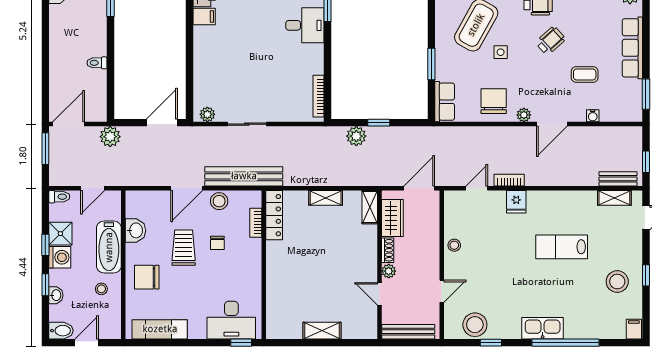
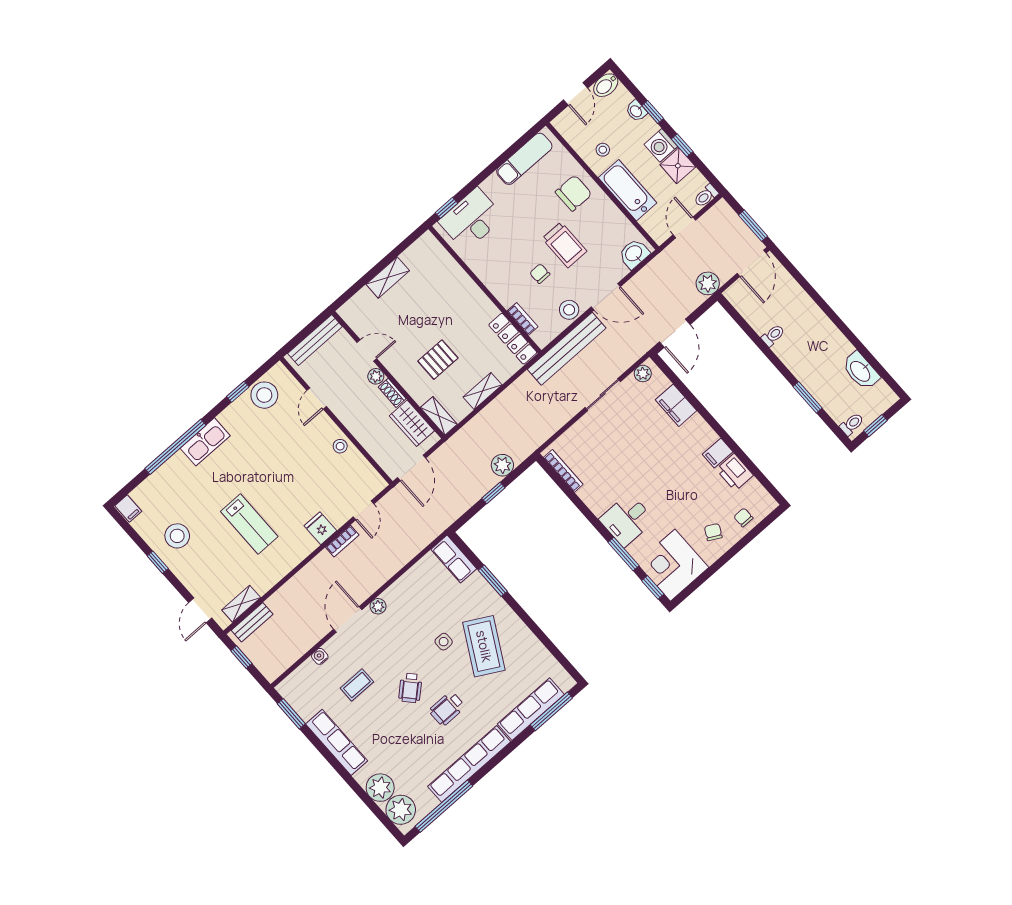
filing cabinet: (204, 73) -> (676, 405), added
chair: (494, 101) -> (413, 596), removed
door: (187, 188) -> (606, 297), swing flipped
washbasin: (135, 230) -> (634, 254), moved, turned 90
pallet: (337, 246) -> (438, 360), added
lab bench: (562, 247) -> (249, 524), turned 90

